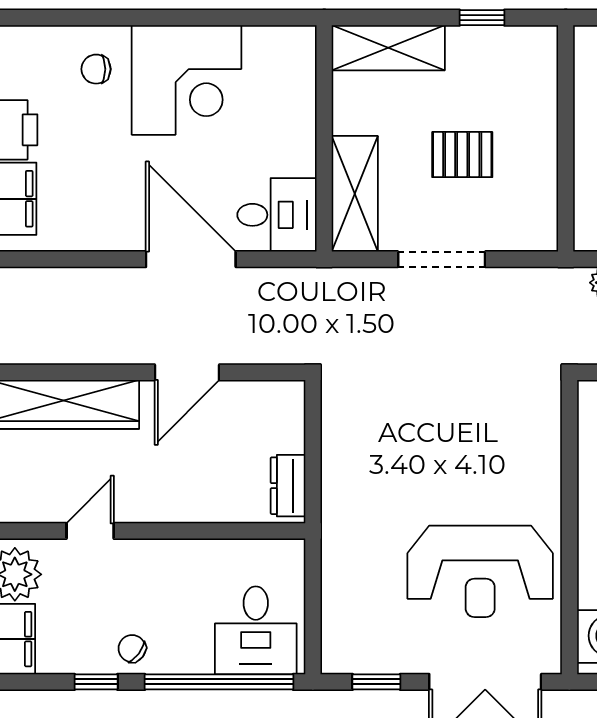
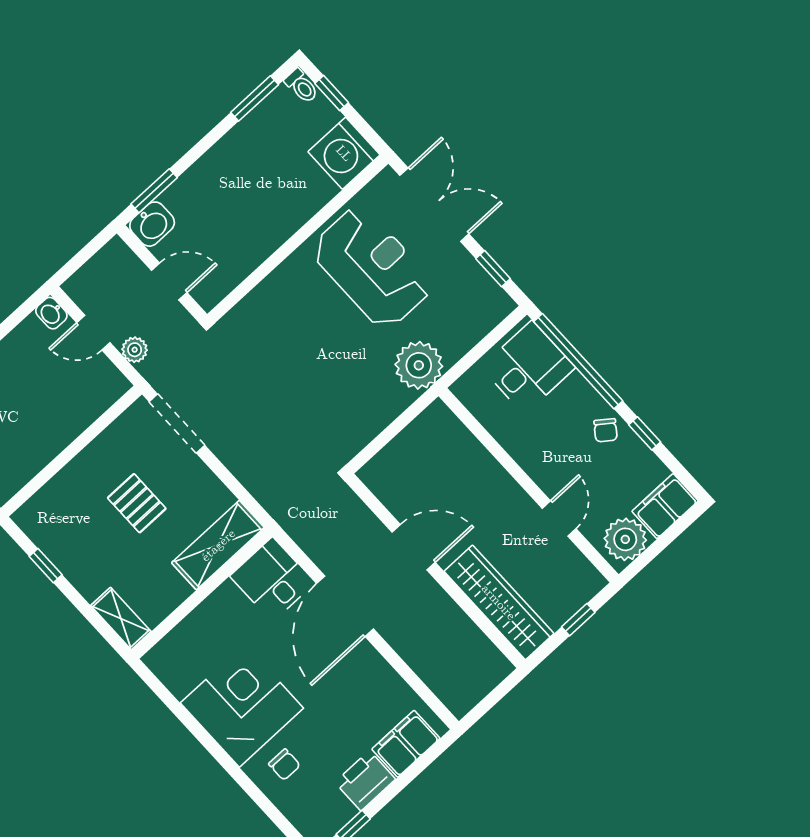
shelving: (388, 48) -> (121, 619), width x0.67, depth x0.75
doorway: (442, 259) -> (177, 423), moved
dresser: (288, 486) -> (426, 427), removed
door: (90, 531) -> (559, 518), swing flipped
plant: (350, 531) -> (419, 365), added

